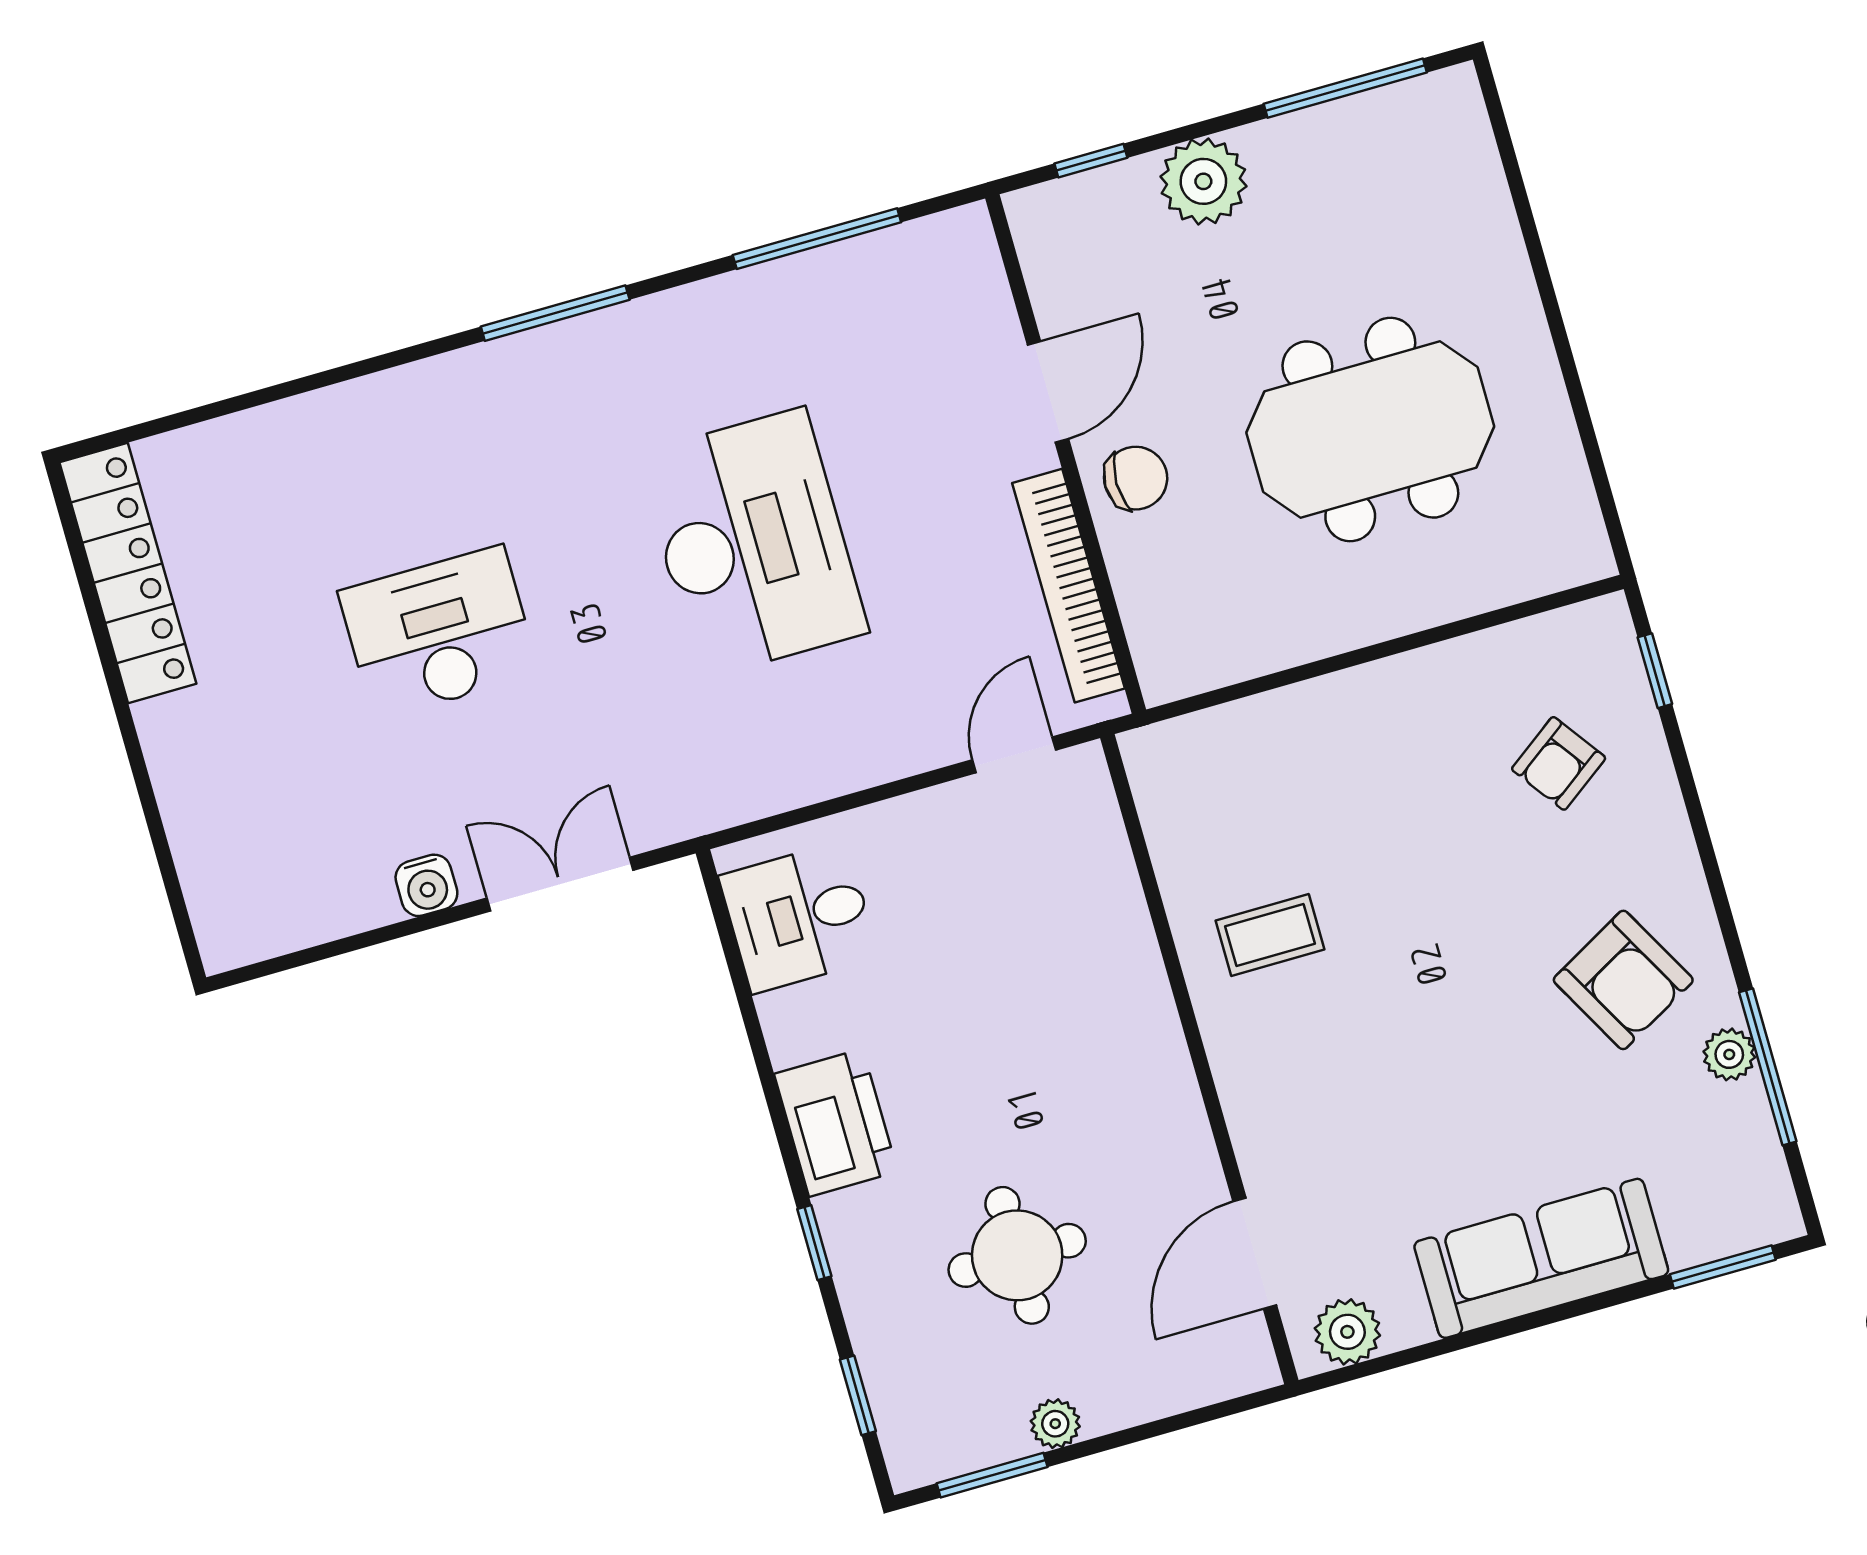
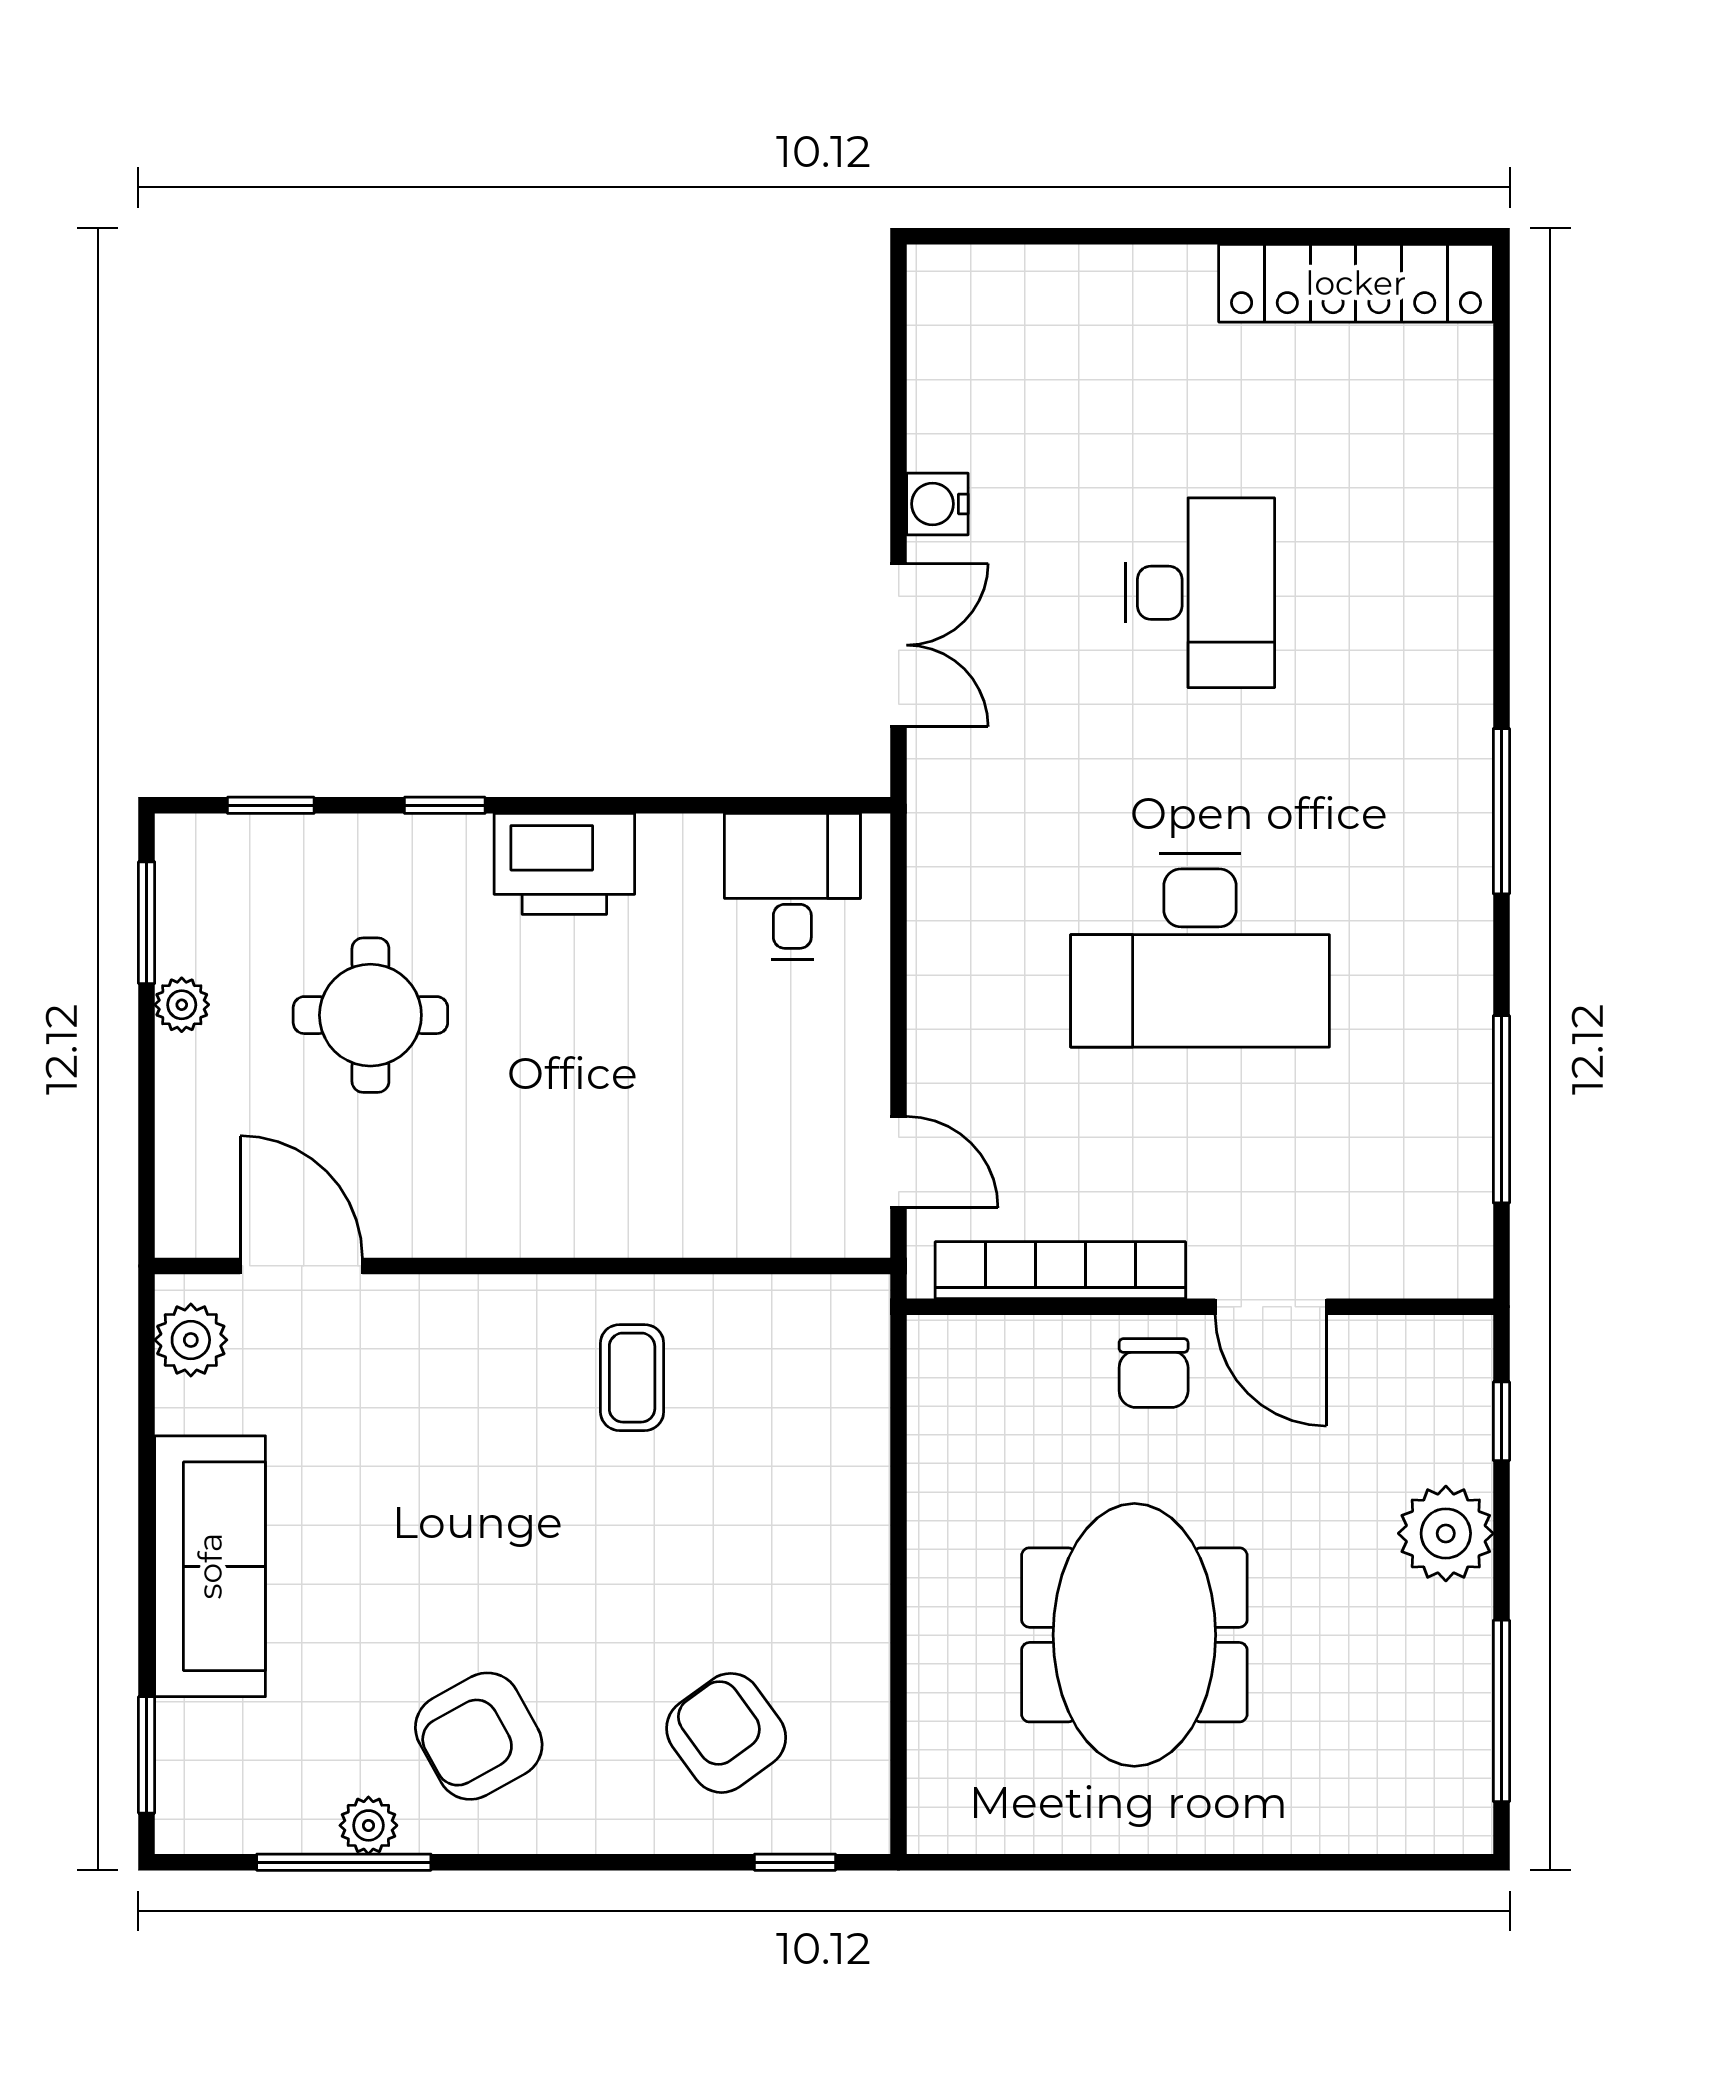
armchair: (1559, 763) -> (726, 1733), width x1.38, depth x1.38

